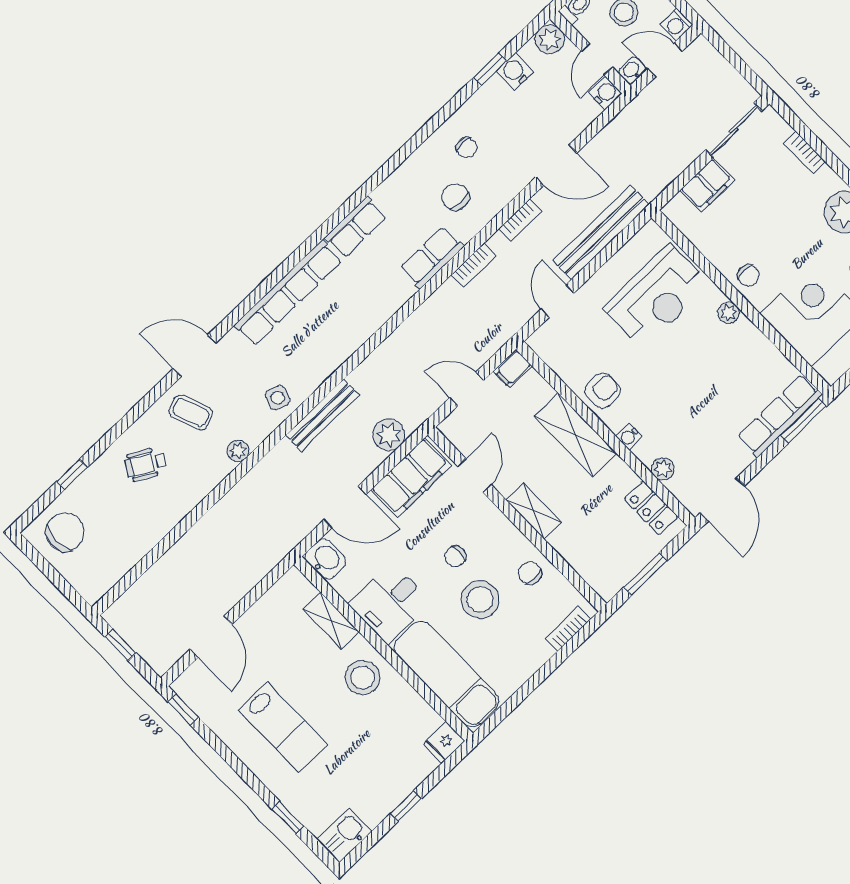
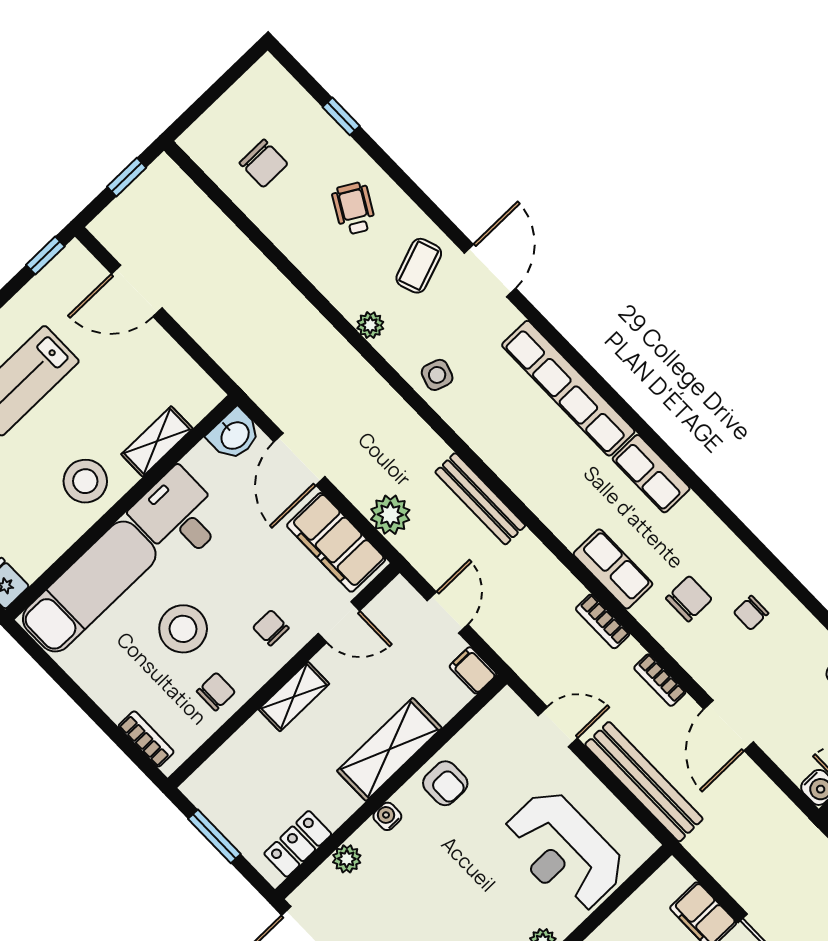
bench: (323, 415) -> (480, 499), moved
chair: (65, 532) -> (264, 163), moved, width x0.73, depth x0.73
chair: (455, 556) -> (271, 628), moved

